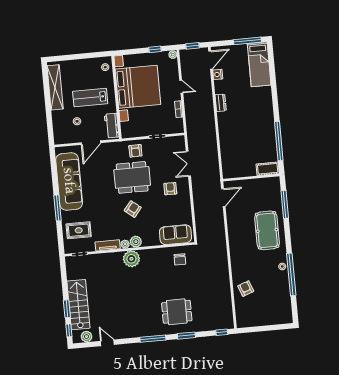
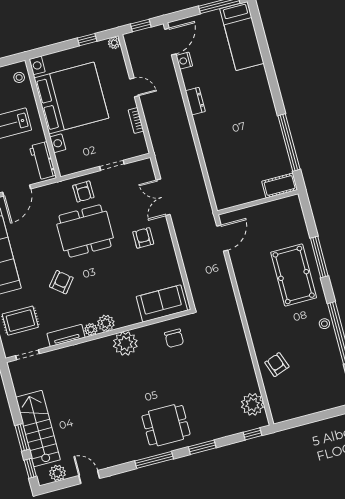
window: (285, 204) -> (319, 257), moved
armchair: (133, 209) -> (61, 282), moved
plant: (131, 259) -> (125, 343), moved
dining table: (177, 312) -> (166, 425), moved
plant: (225, 313) -> (252, 404), added

